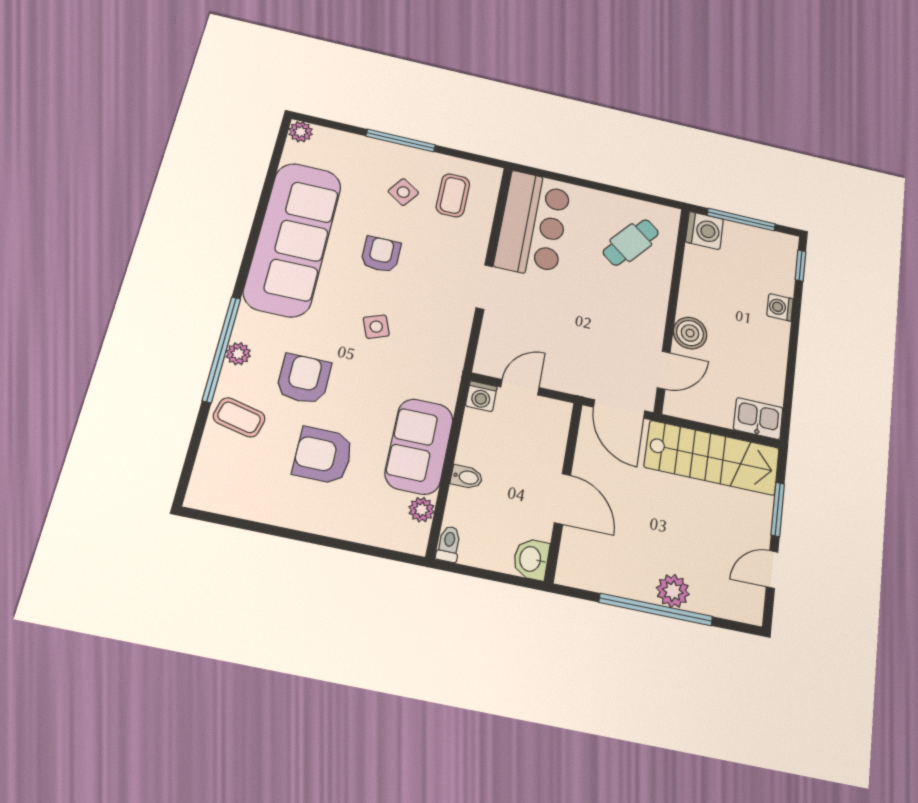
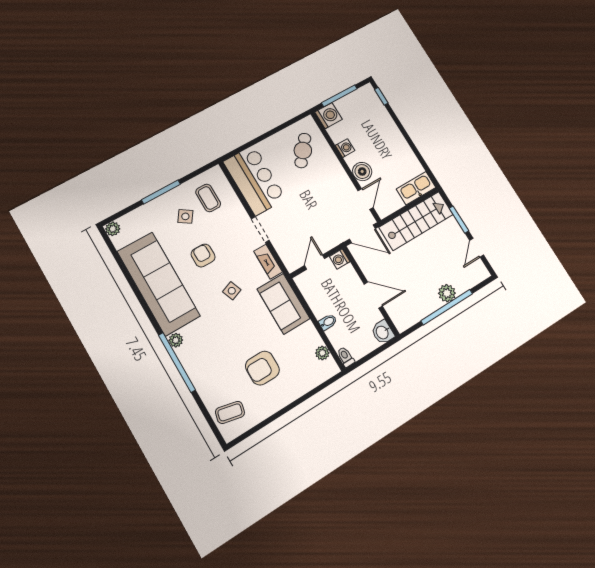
washing machine: (780, 307) -> (345, 148), moved, turned 180
fireplace: (458, 333) -> (268, 262), added
plant: (238, 354) -> (176, 340), moved
armchair: (304, 379) -> (224, 343), removed
washing machine: (481, 396) -> (340, 259), moved, turned 90
coffee table: (239, 417) -> (230, 412), moved
kitchen sink: (758, 419) -> (416, 188), width x1.38
sofa: (419, 446) -> (284, 304), moved

